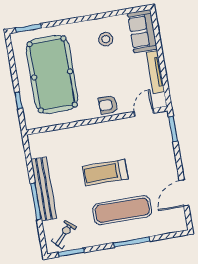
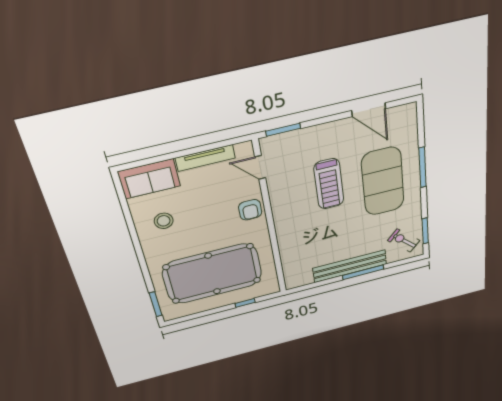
treadmill: (105, 173) -> (329, 184), moved
exercise mat: (122, 210) -> (383, 181), width x1.47

